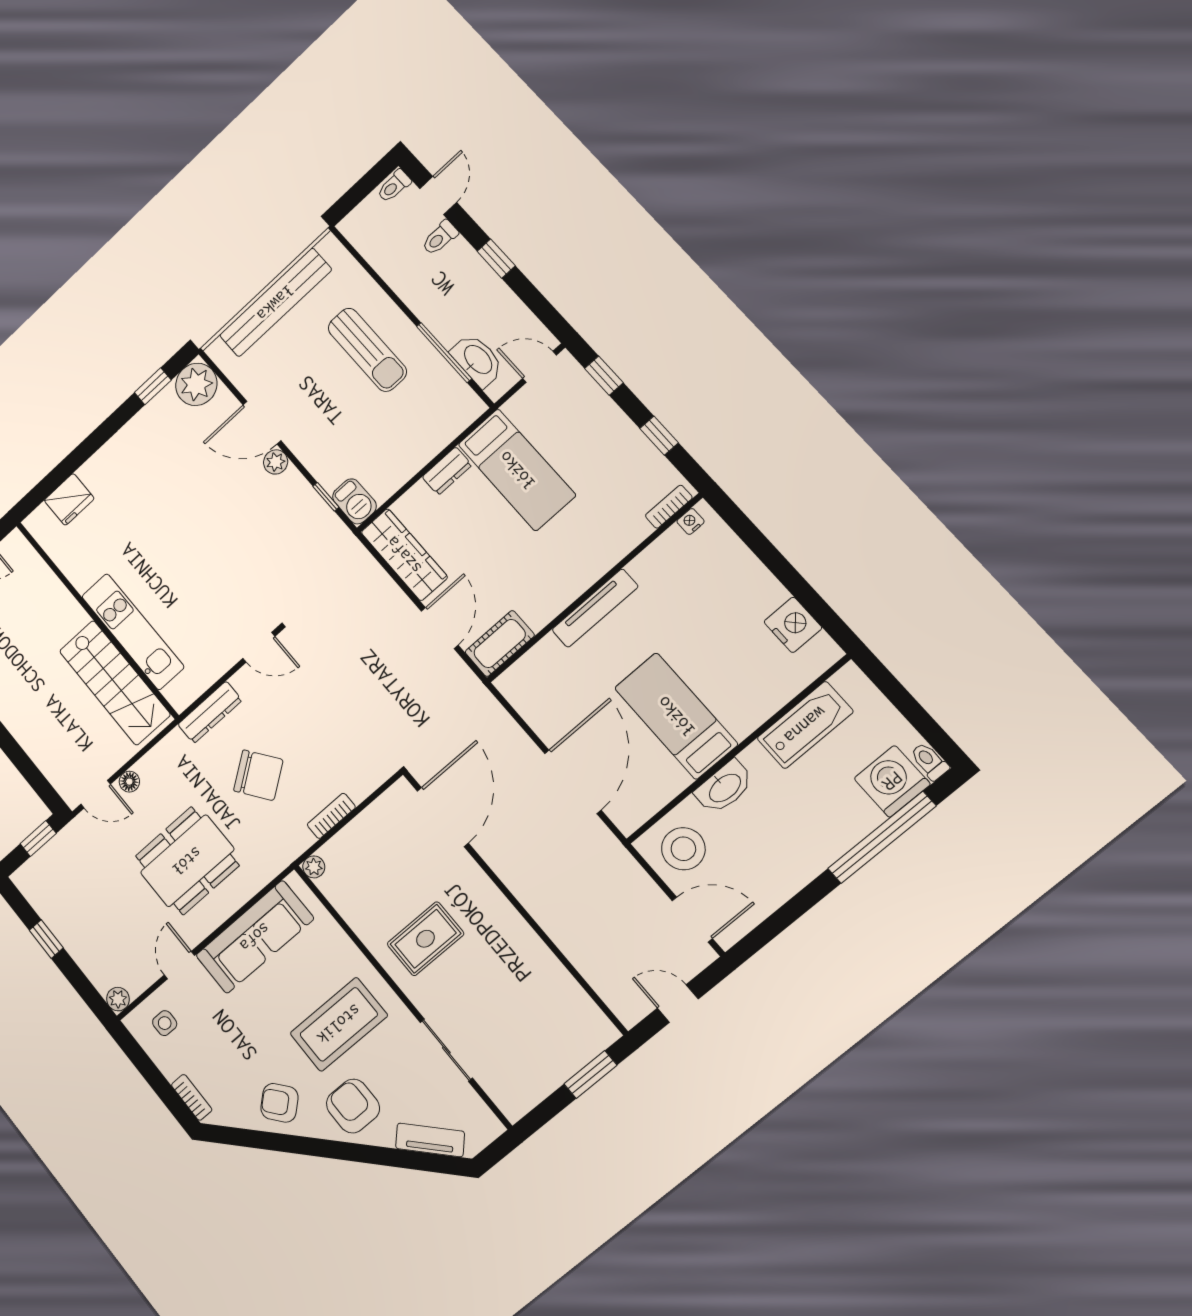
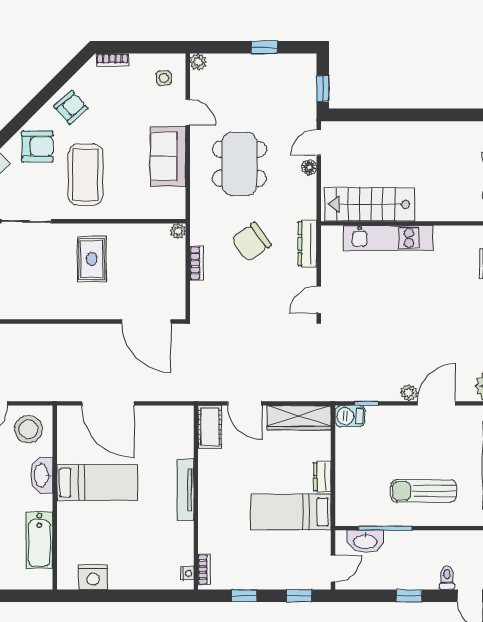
sofa: (255, 937) -> (168, 156), width x0.73

